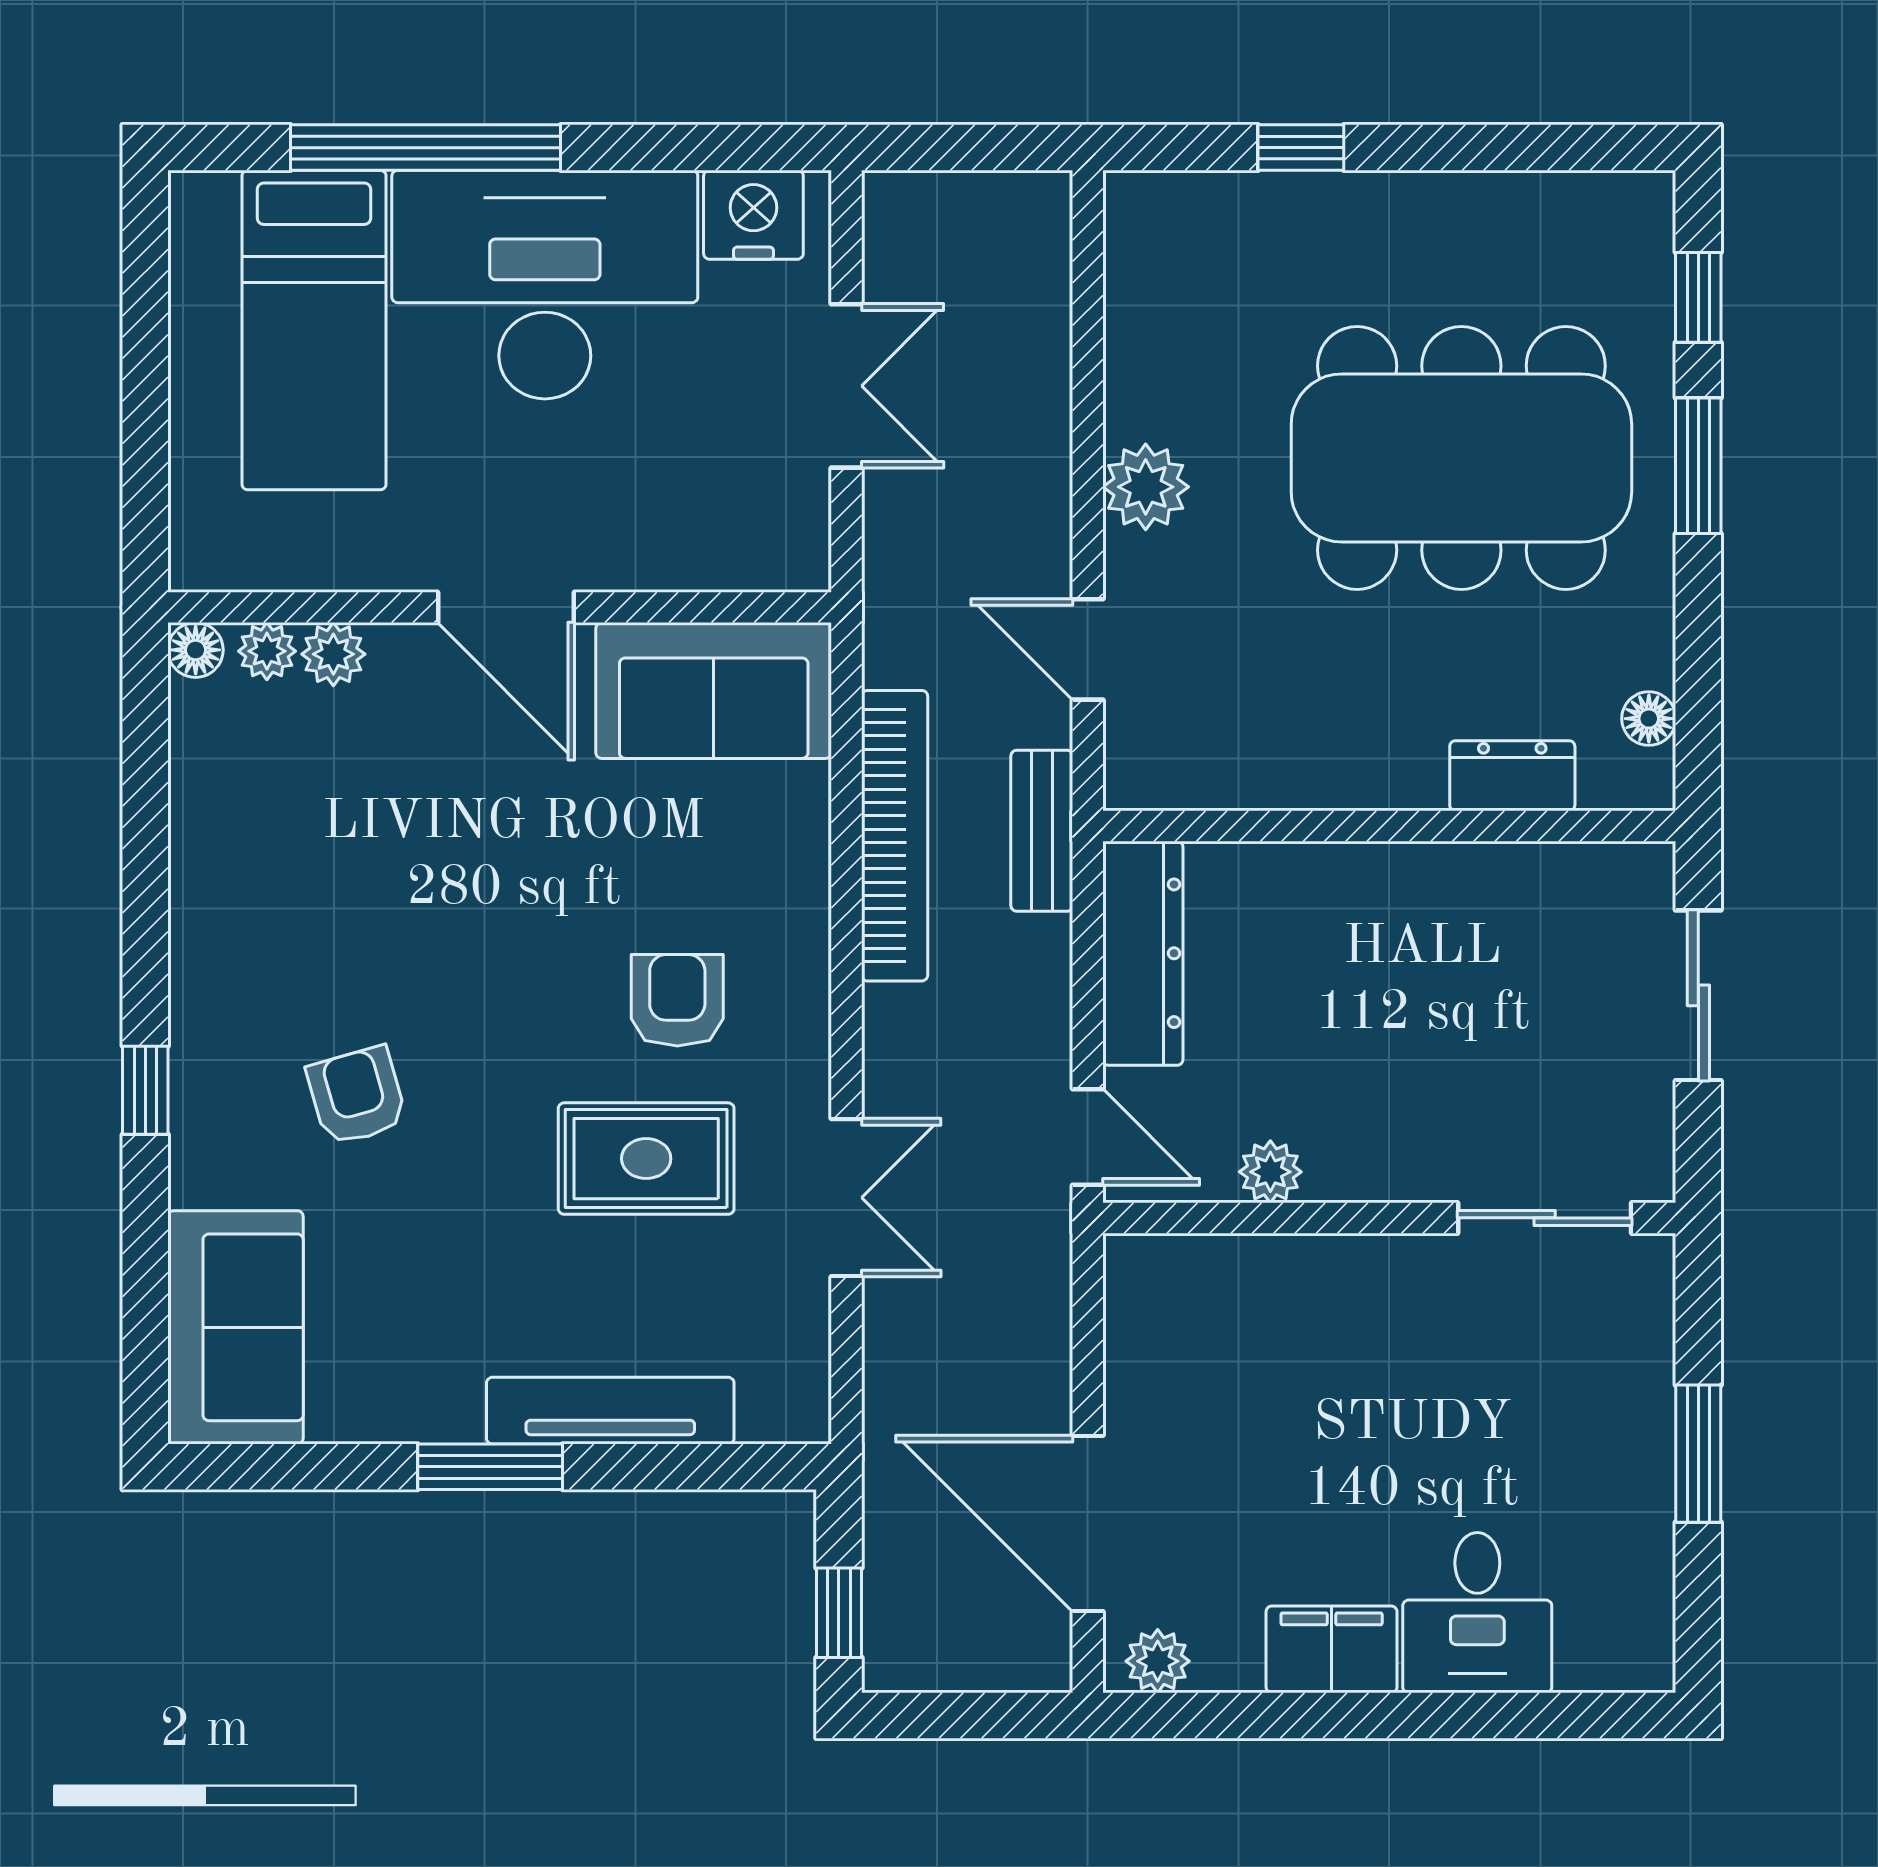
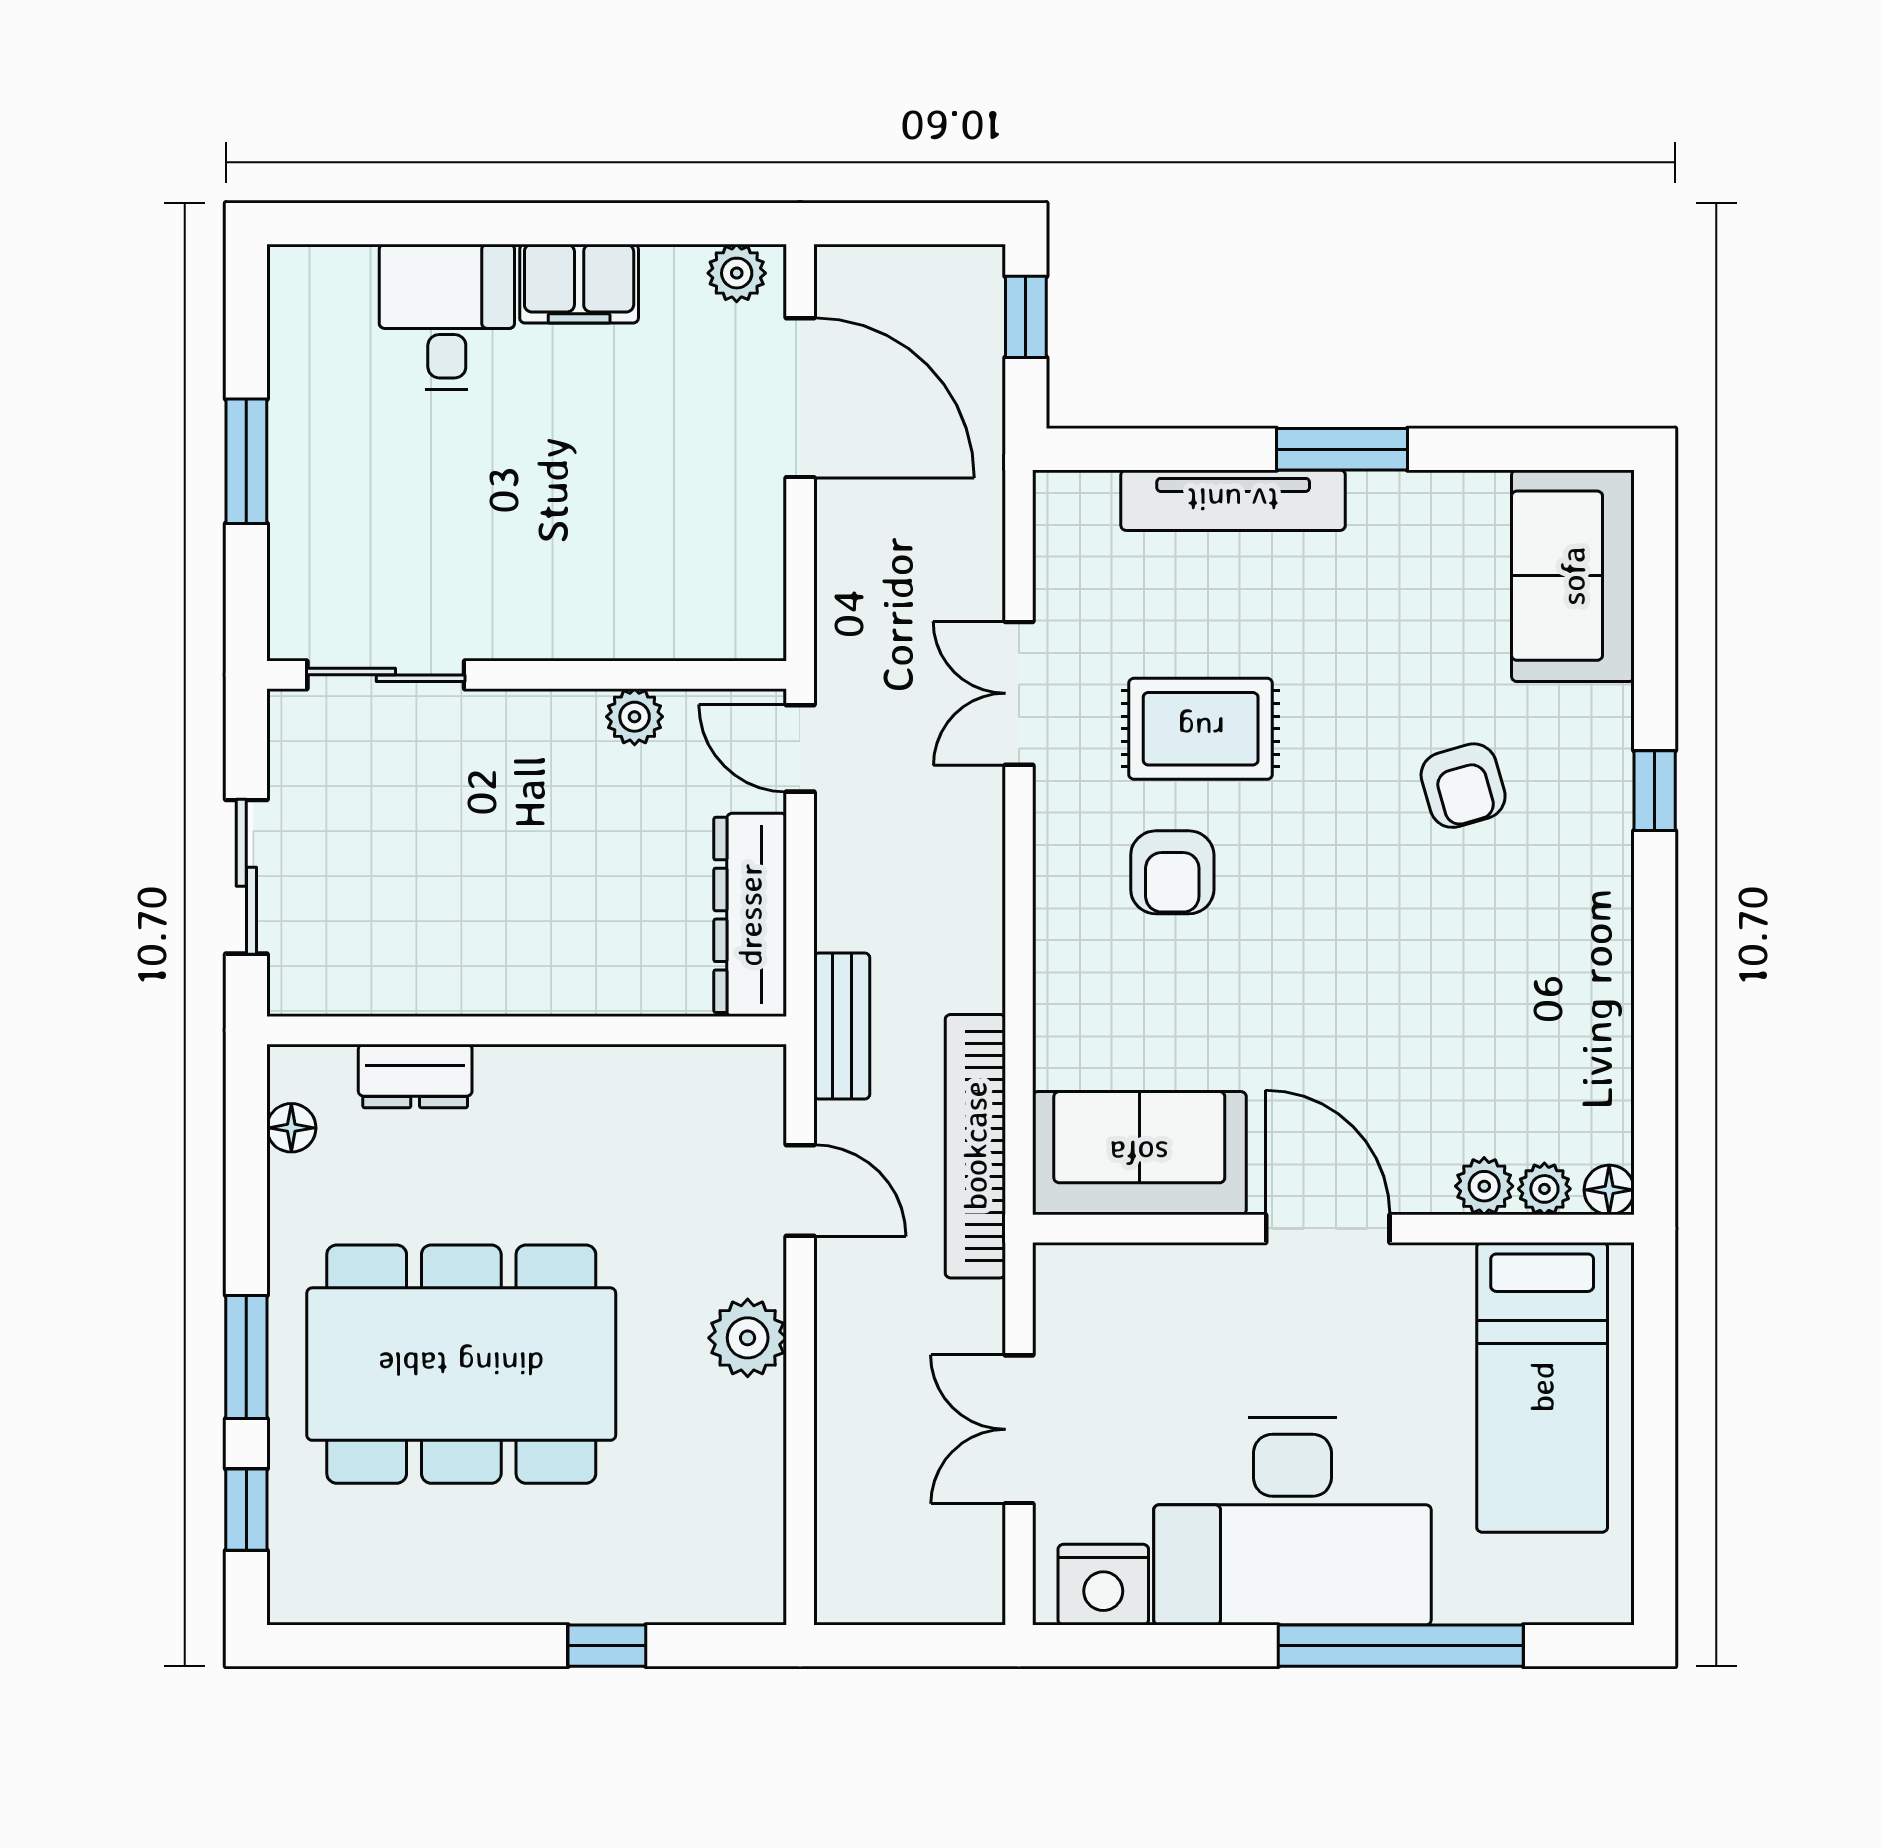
bed: (314, 330) -> (1542, 1387), moved, turned 180
bookcase: (895, 836) -> (975, 1146), moved

